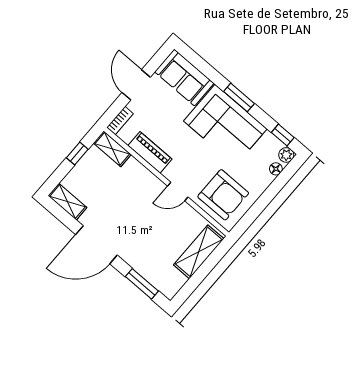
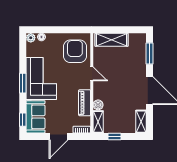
window: (283, 135) -> (23, 120), moved
boiler: (133, 167) -> (98, 105), added

